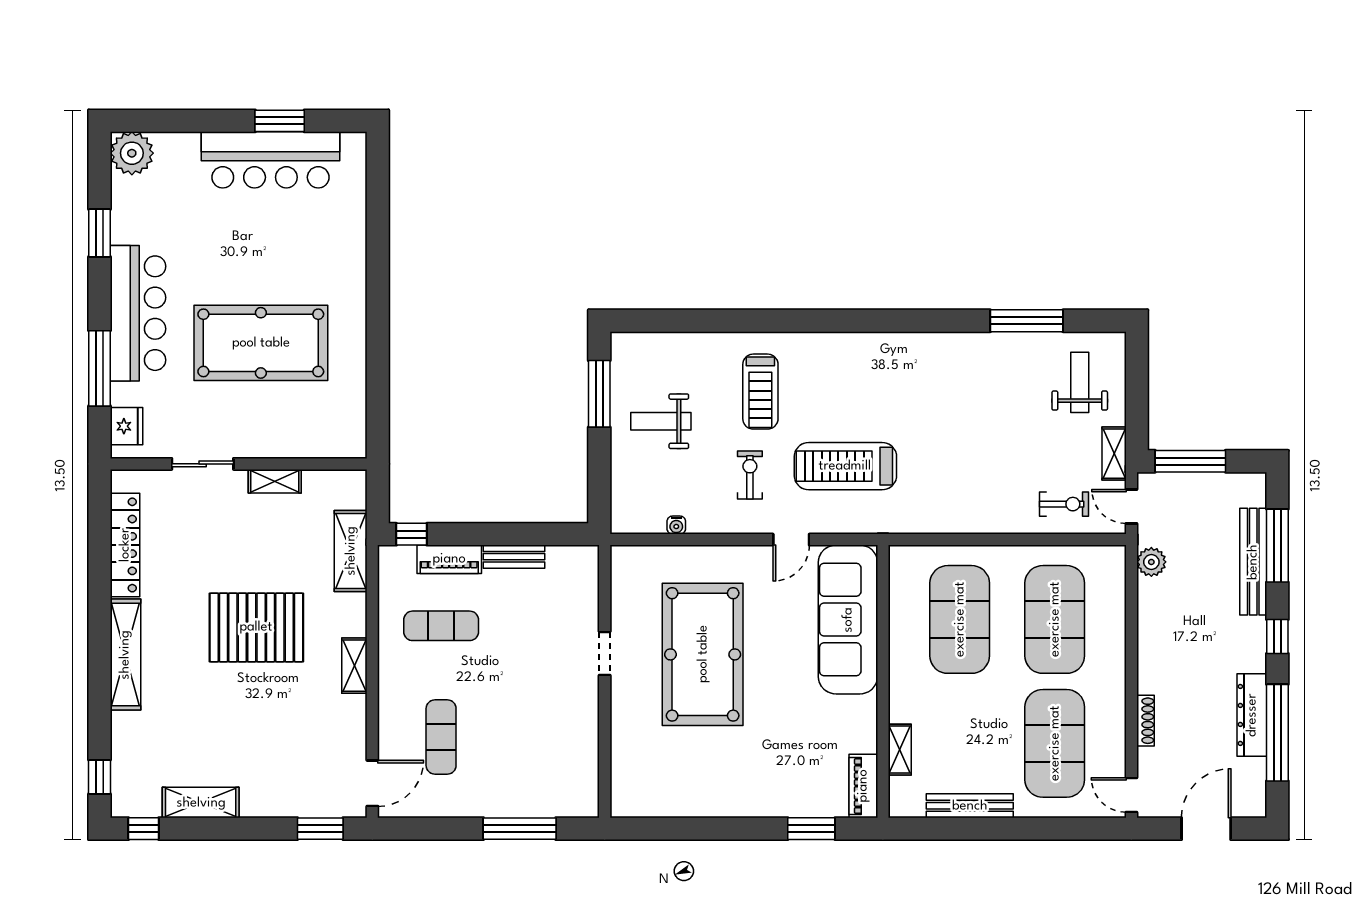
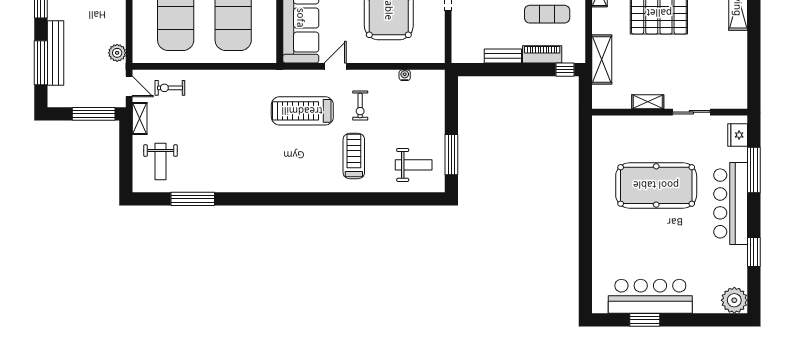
weight bench: (661, 421) -> (414, 165), moved
treadmill: (845, 466) -> (302, 111), turned 180
locker: (125, 545) -> (738, 63), removed

